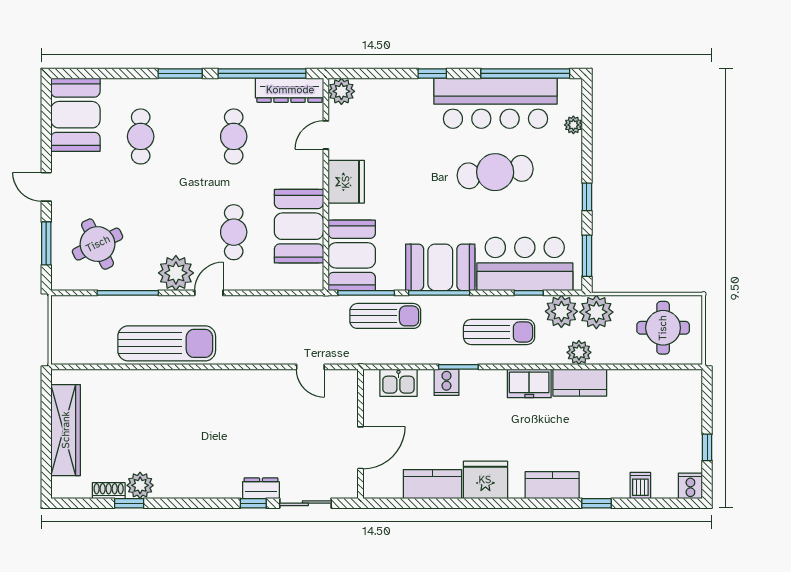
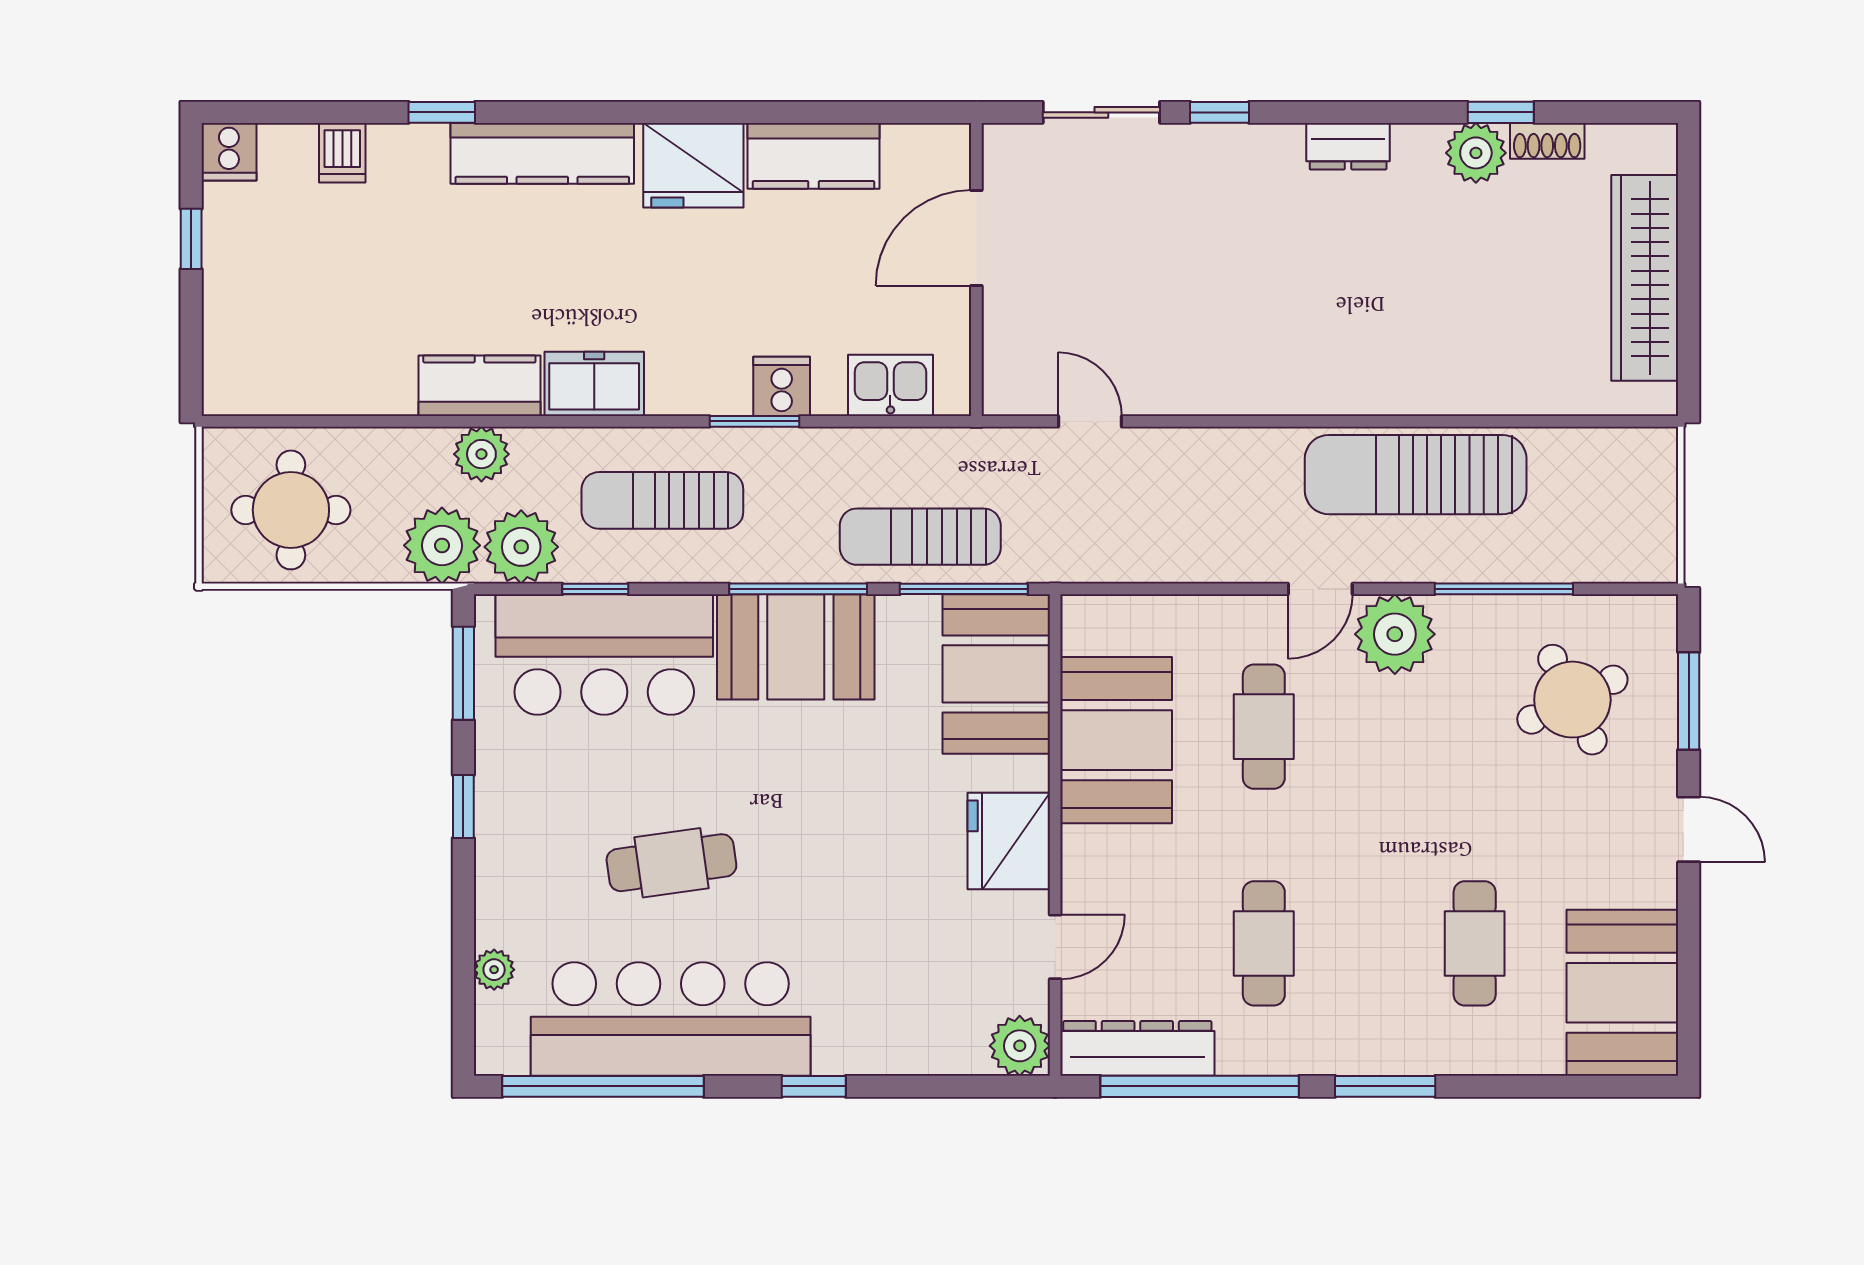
cafe table: (495, 172) -> (671, 863), width x0.73, depth x0.74
kitchen counter: (552, 485) -> (542, 153), width x1.50
dresser: (261, 488) -> (1348, 146), moved

